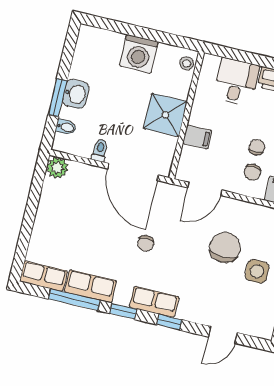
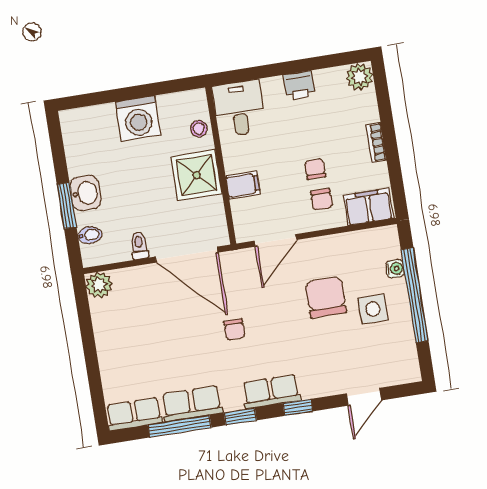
stool: (187, 63) -> (199, 129), moved
desk: (236, 82) -> (239, 108), moved

